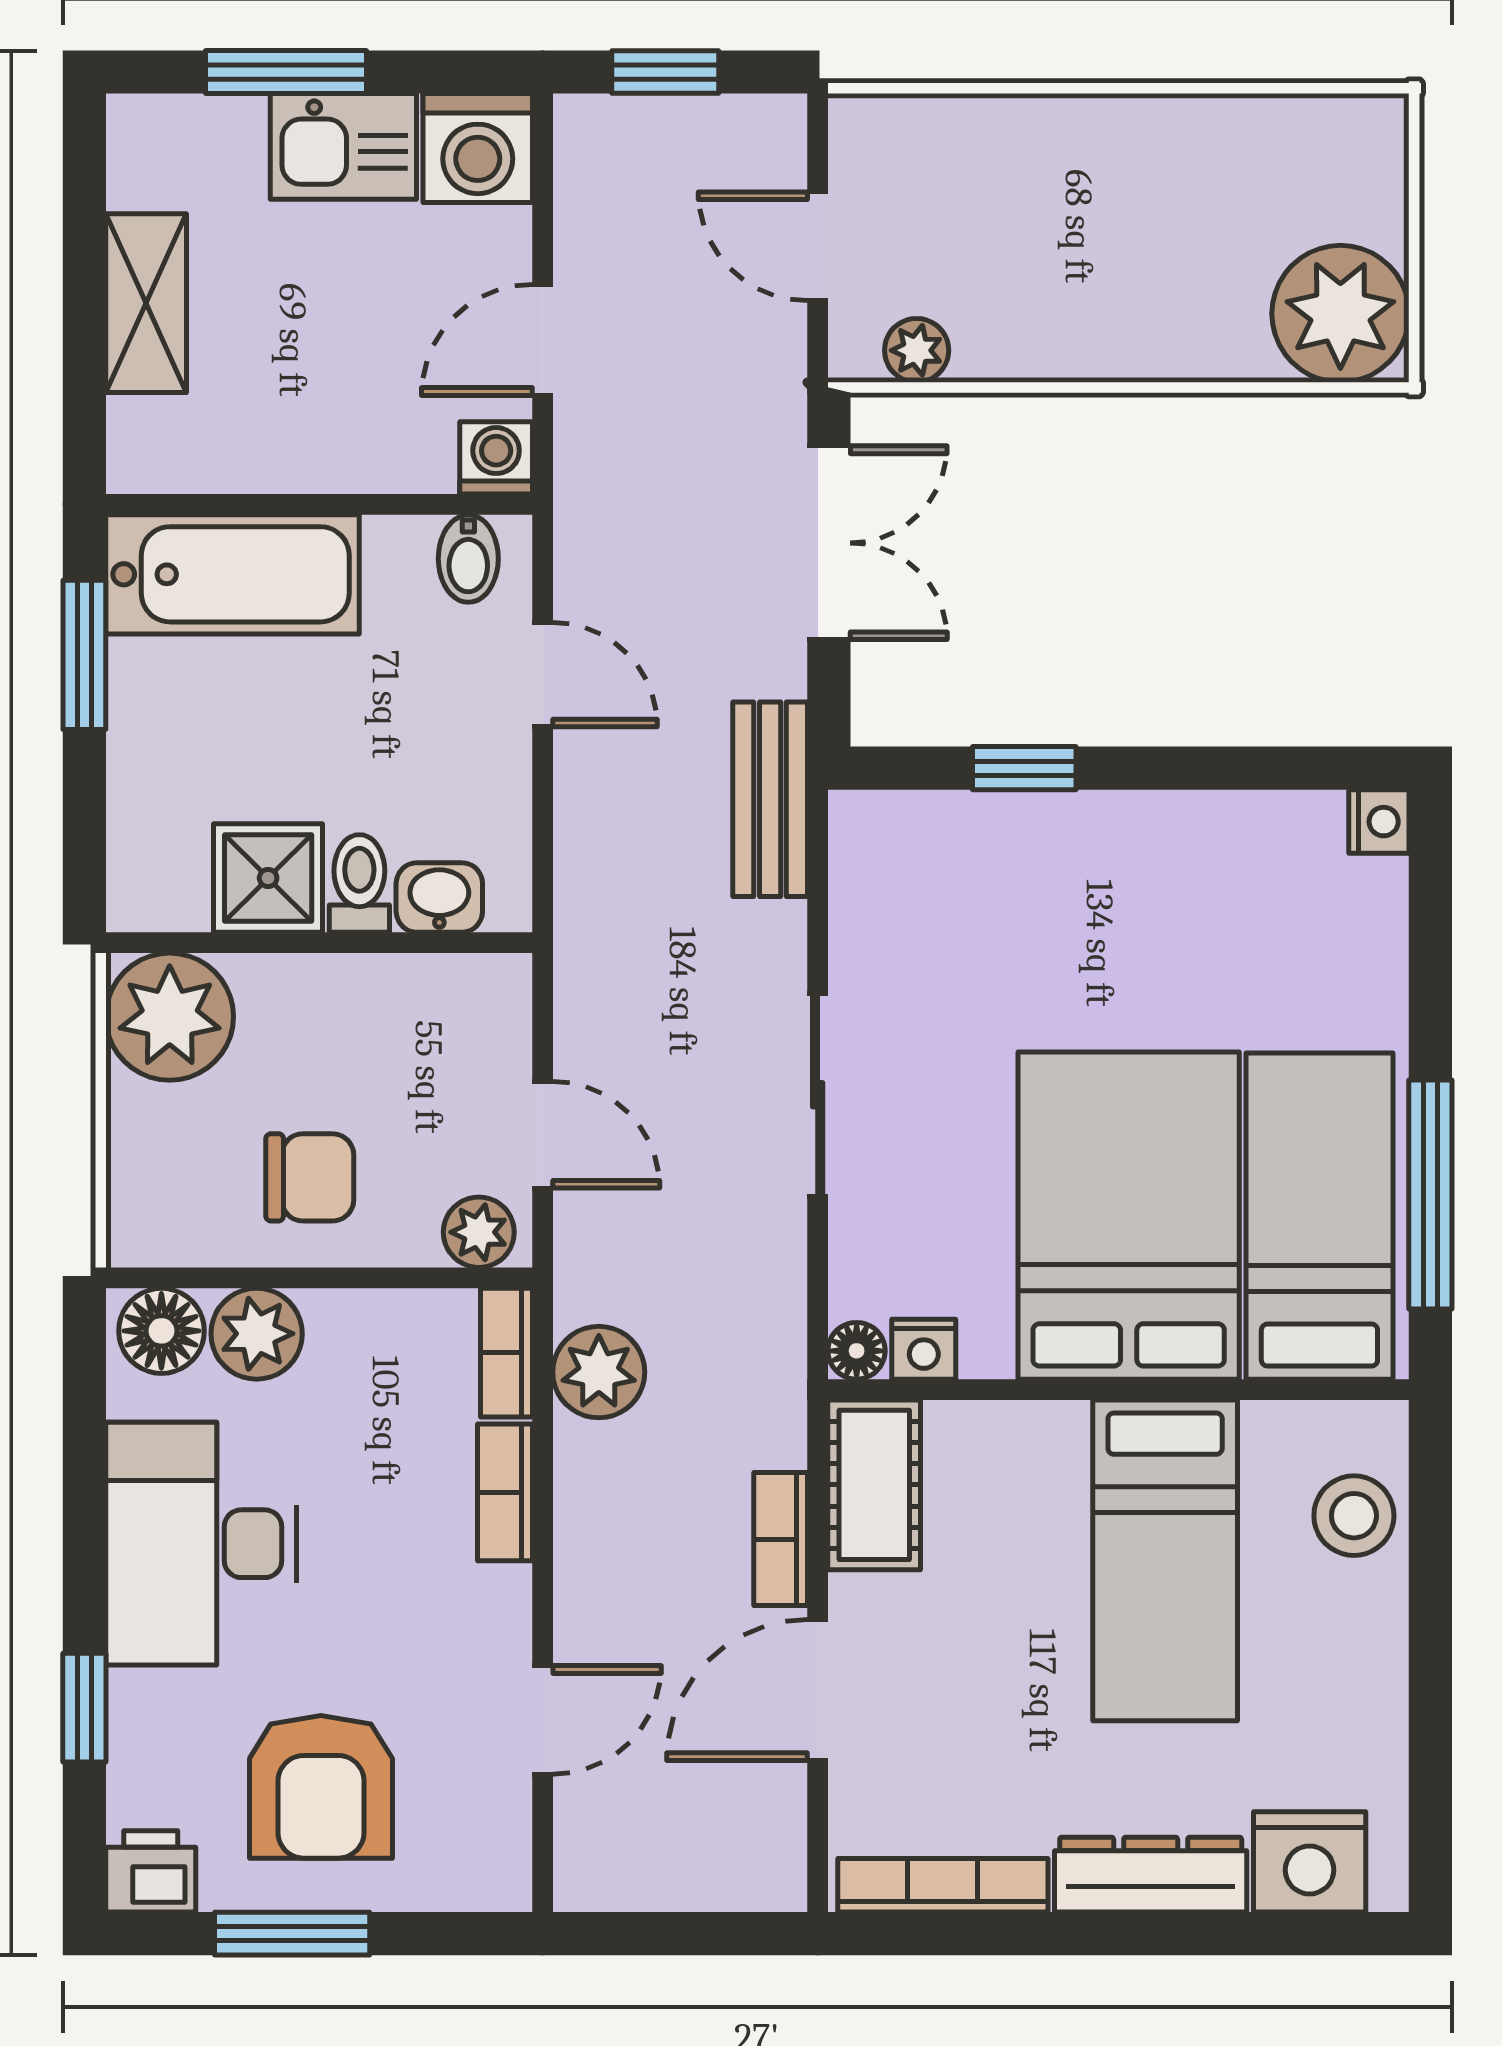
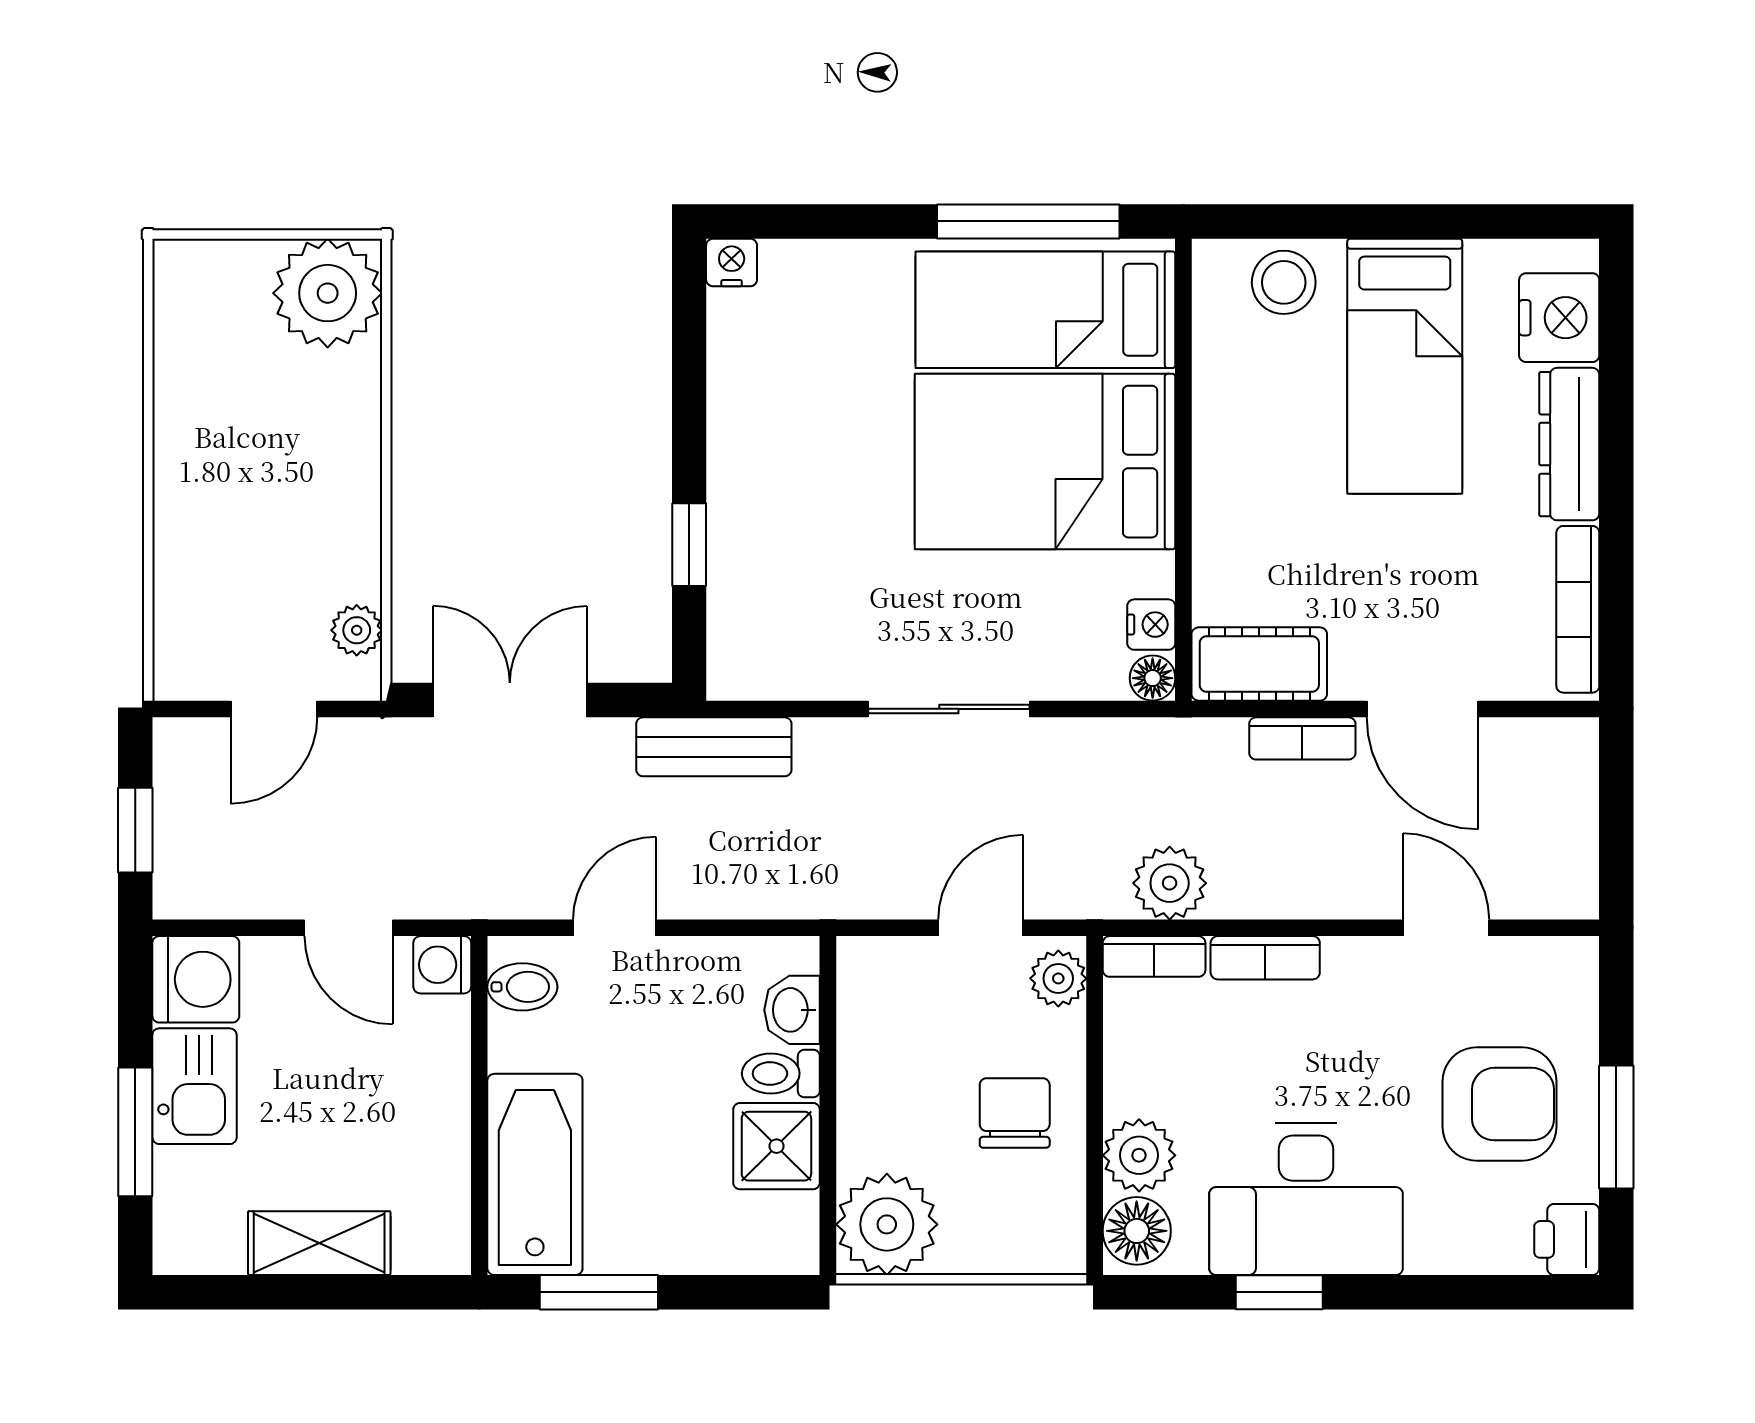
bed: (1165, 1560) -> (1405, 366), moved, turned 90
window: (84, 1708) -> (1279, 1292), moved

